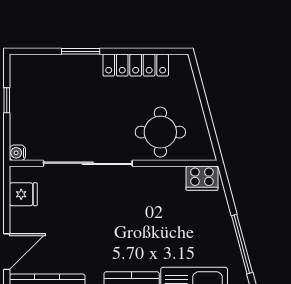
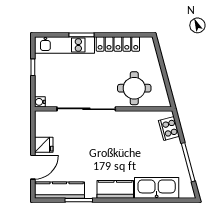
kitchen unit: (55, 67) -> (65, 45), added
cooker: (202, 178) -> (169, 128), moved, turned 75
fridge: (23, 194) -> (44, 145), moved

